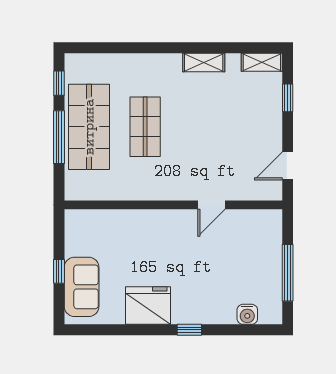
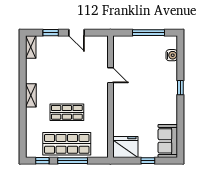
shelving: (204, 63) -> (31, 95), moved
door: (288, 166) -> (77, 33), moved
sofa: (82, 287) -> (168, 141), moved, turned -90
fridge: (148, 305) -> (125, 147), moved, turned 90

